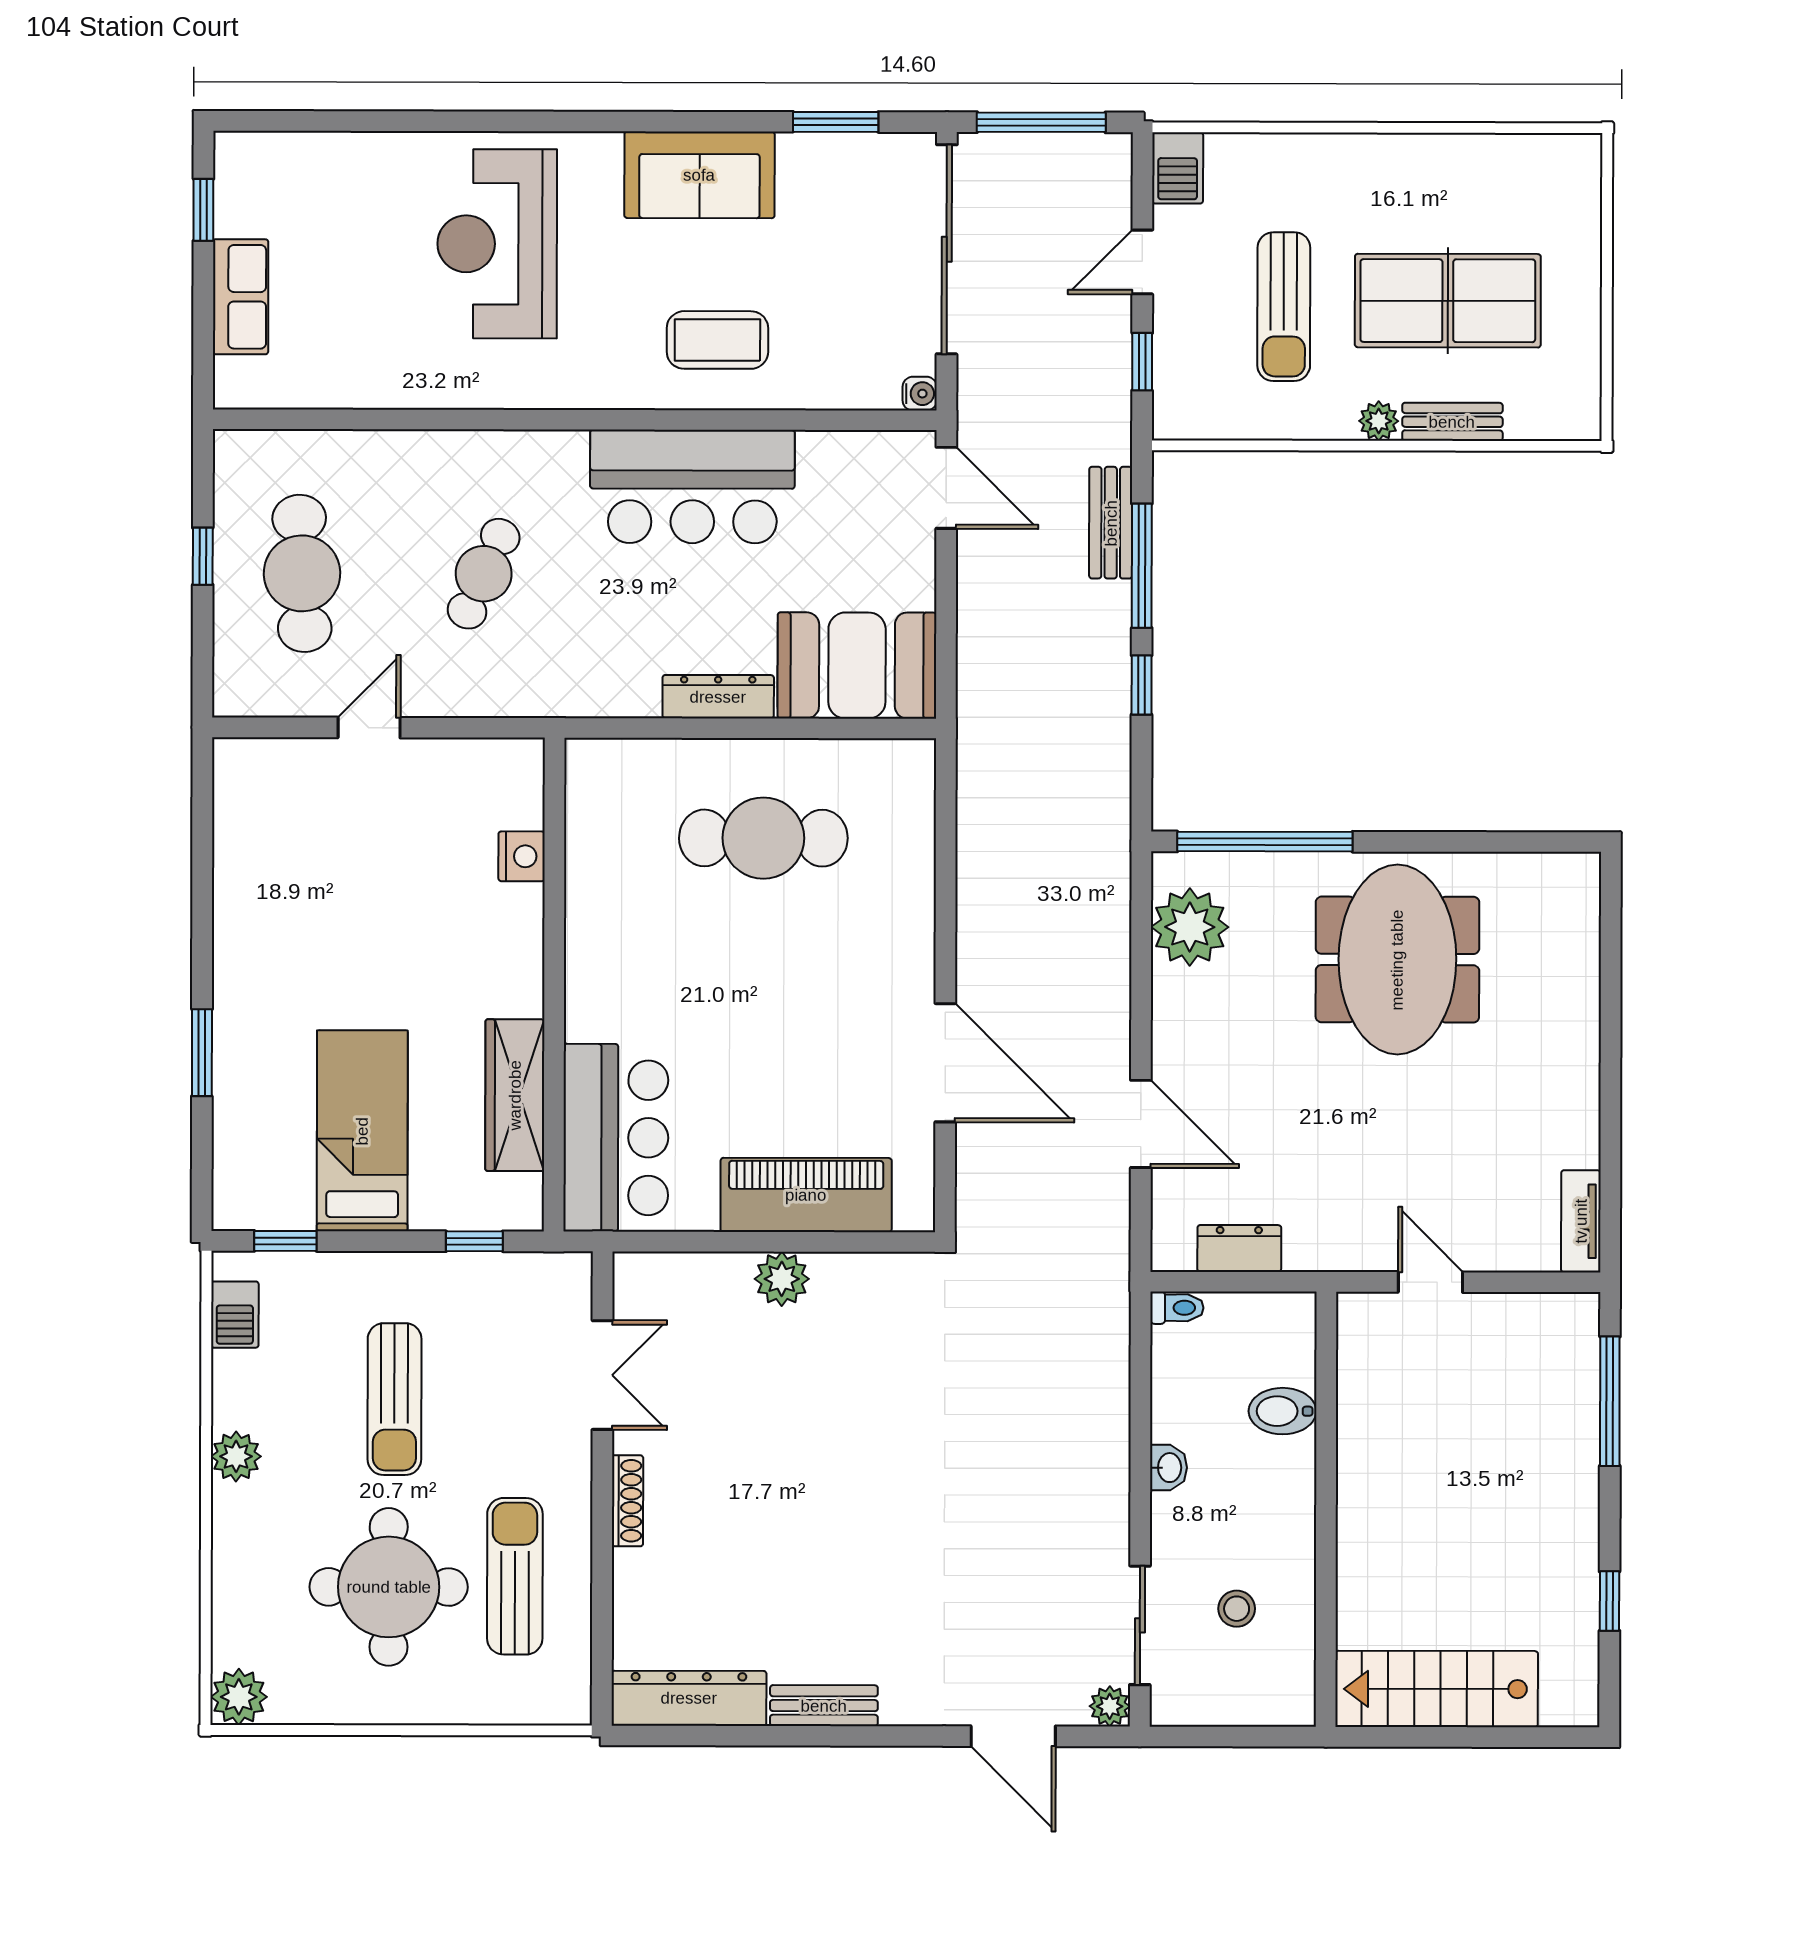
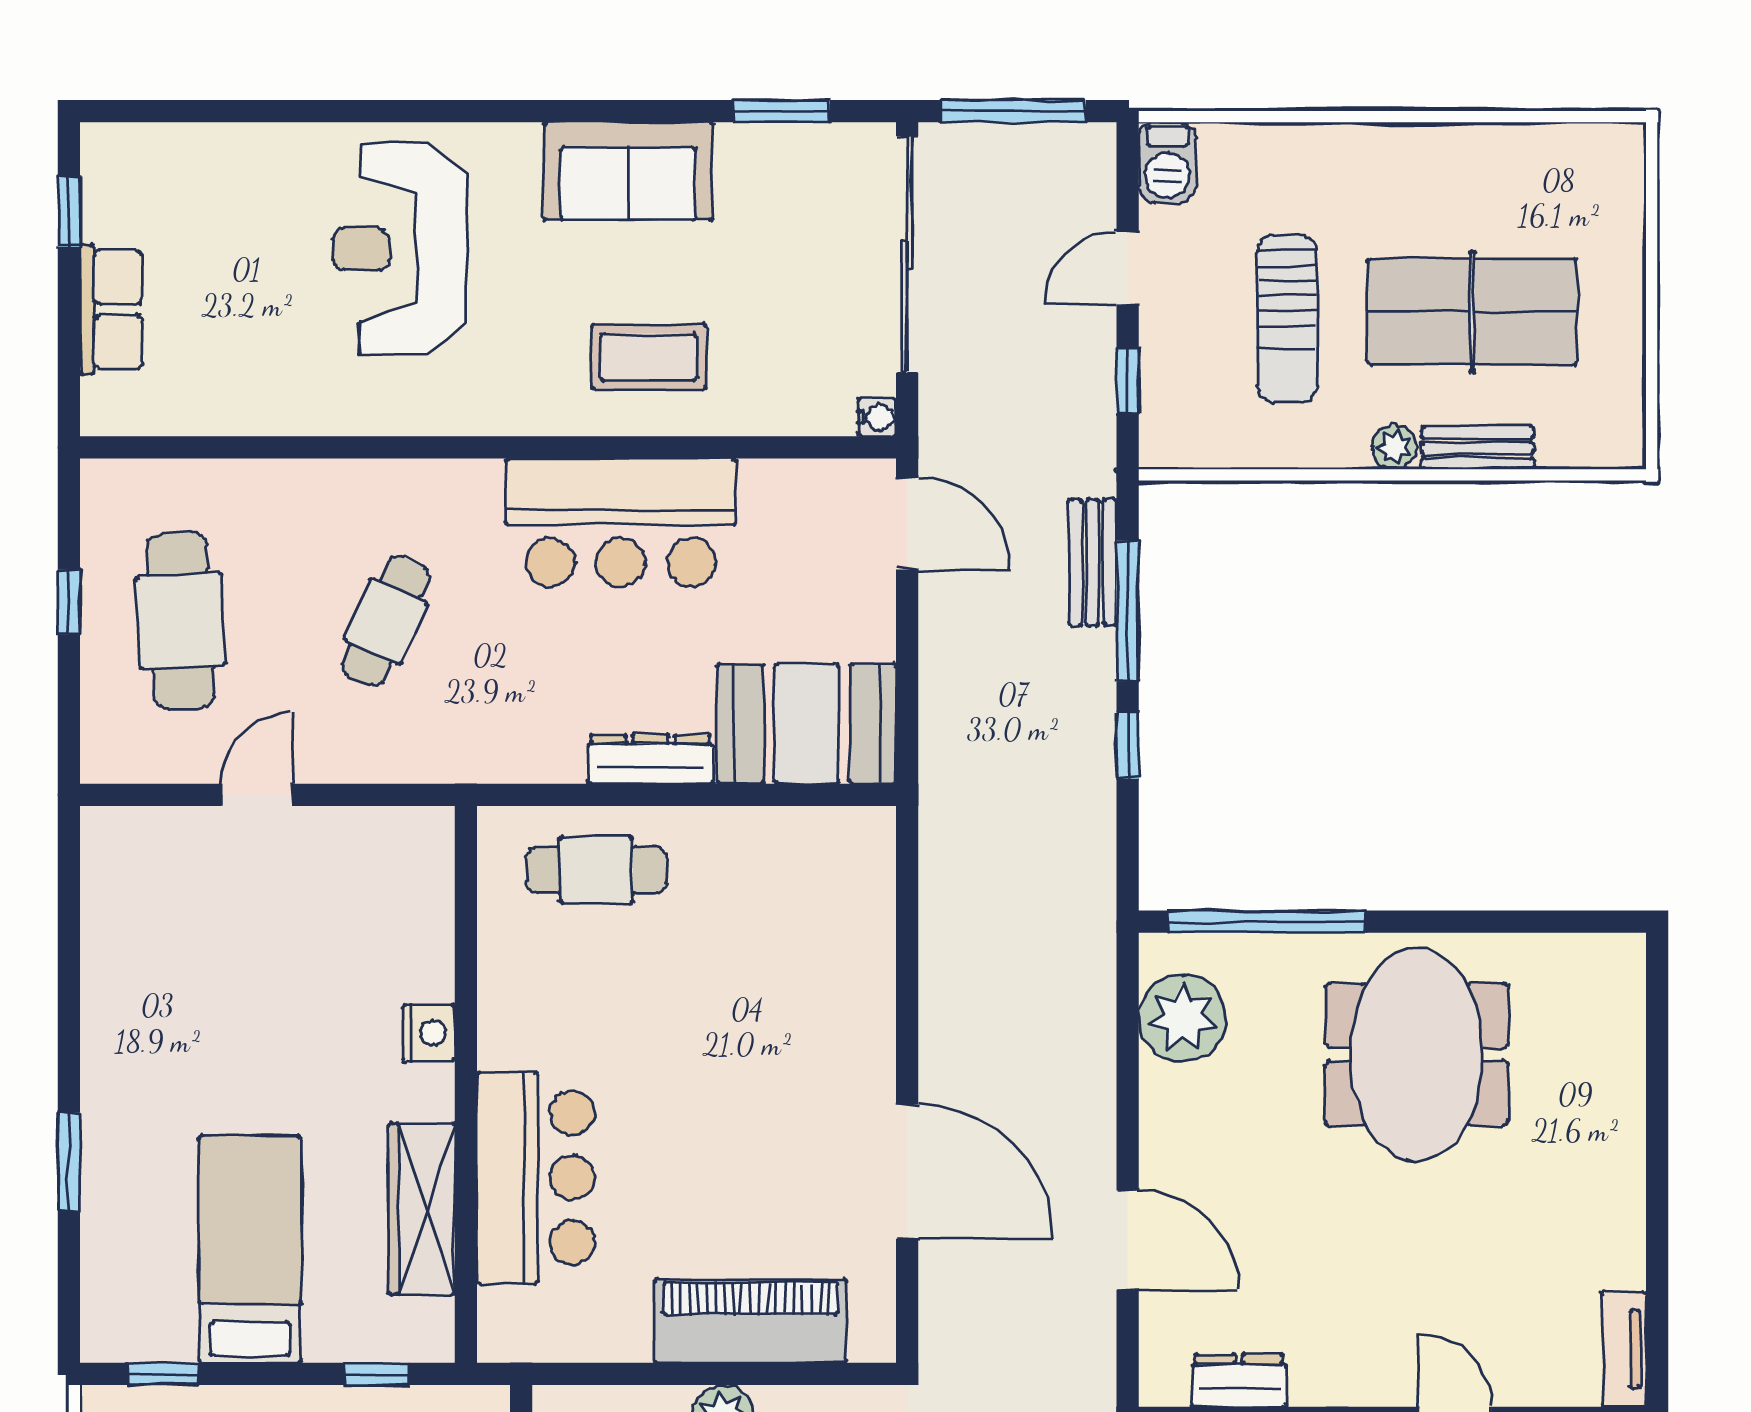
cafe table: (763, 838) -> (596, 870), moved, width x0.73, depth x0.74
nightstand: (522, 856) -> (429, 1033), moved
bar counter: (616, 1138) -> (536, 1178), moved

